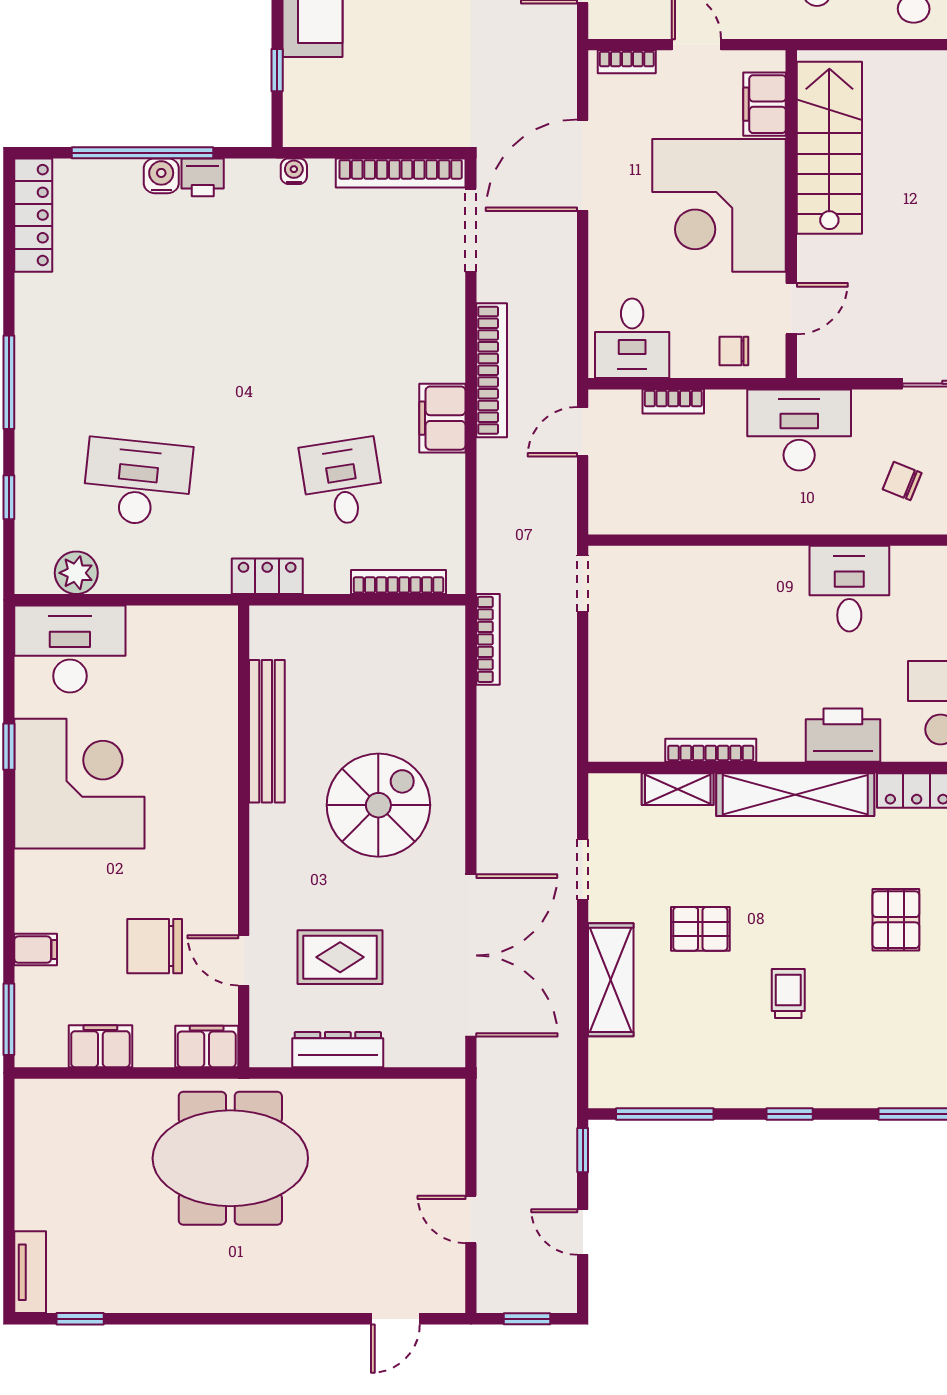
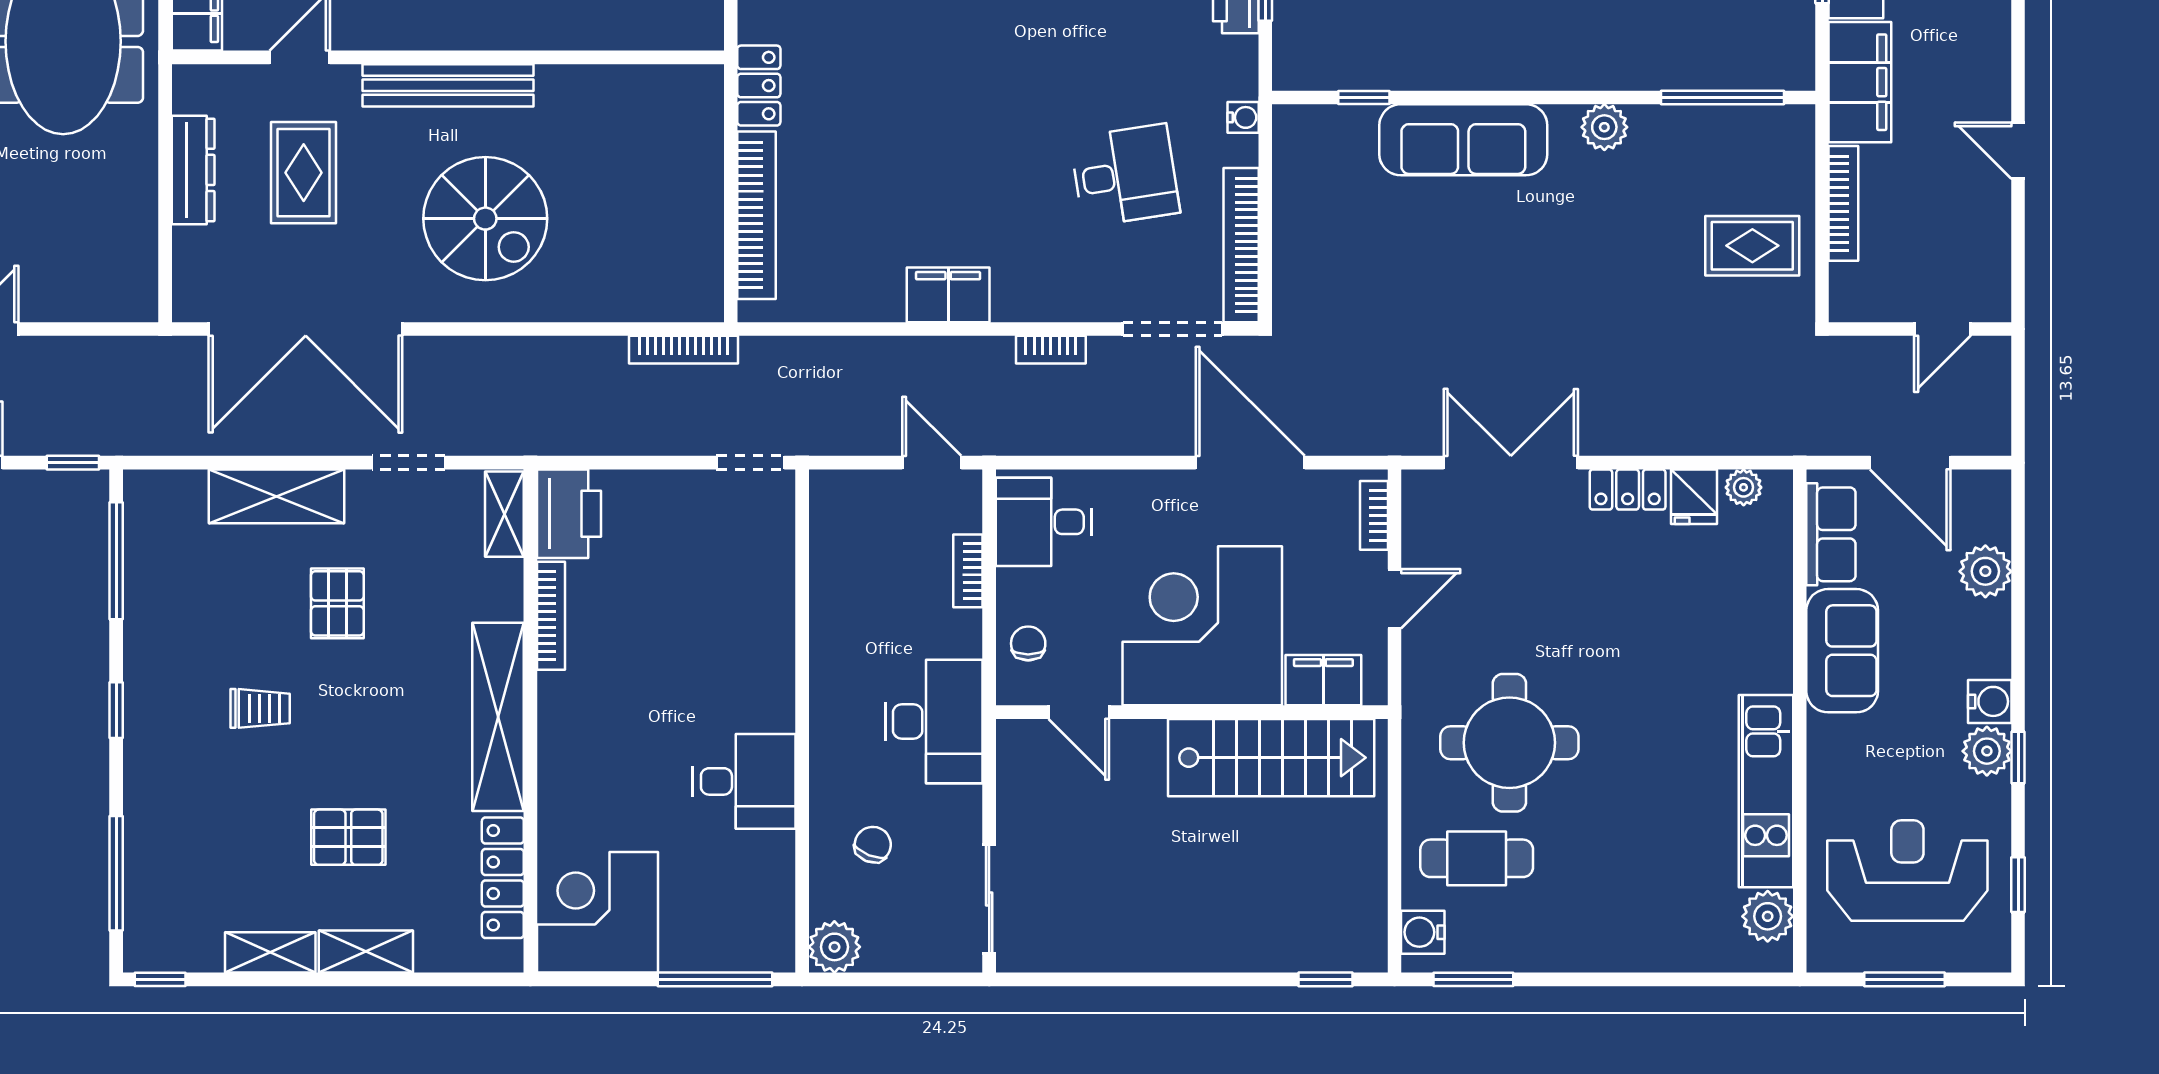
bookcase: (492, 370) -> (1051, 350), width x0.43, depth x0.76
desk: (342, 482) -> (1125, 175), moved
bookcase: (398, 582) -> (757, 215), width x1.48, depth x1.31
bench: (267, 731) -> (448, 85), moved
printer: (843, 735) -> (569, 514), moved
shelving: (678, 789) -> (504, 514), moved

